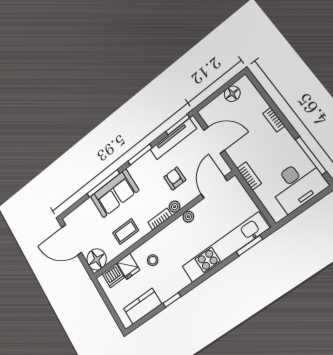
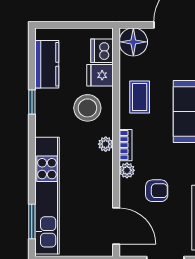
plant: (188, 217) -> (106, 144), moved
stool: (153, 260) -> (87, 108), width x1.89, depth x1.89

